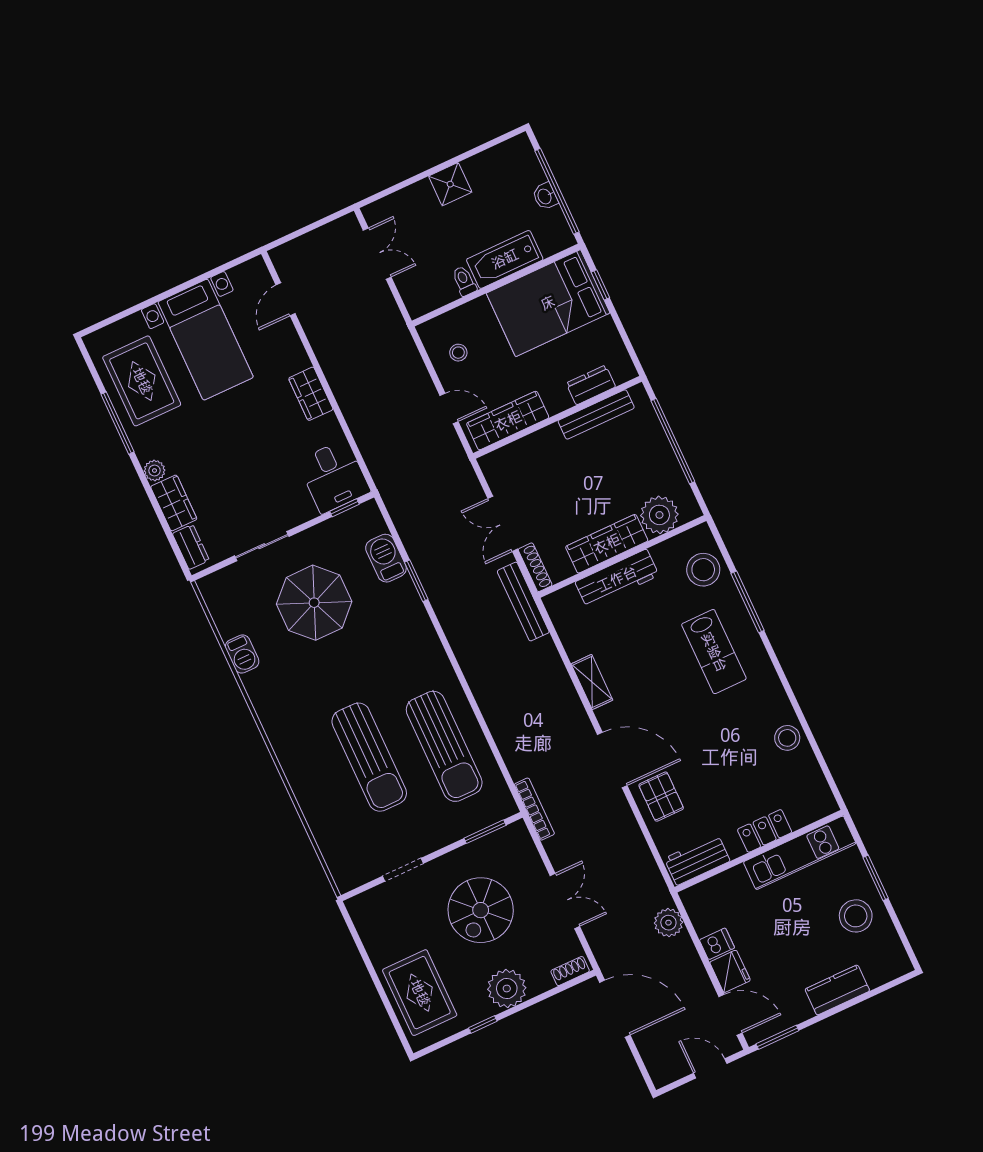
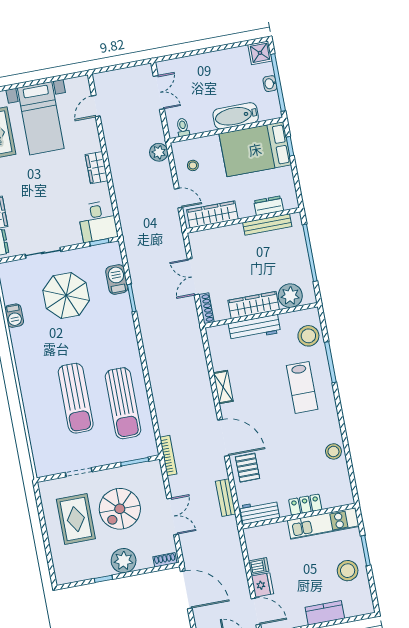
shower: (450, 184) -> (260, 53), moved
toilet: (464, 281) -> (183, 127), moved
bench: (523, 602) -> (226, 498), moved, width x0.73
plant: (668, 923) -> (159, 152), moved
rug: (420, 993) -> (76, 519), moved

